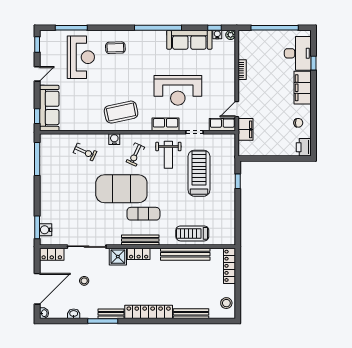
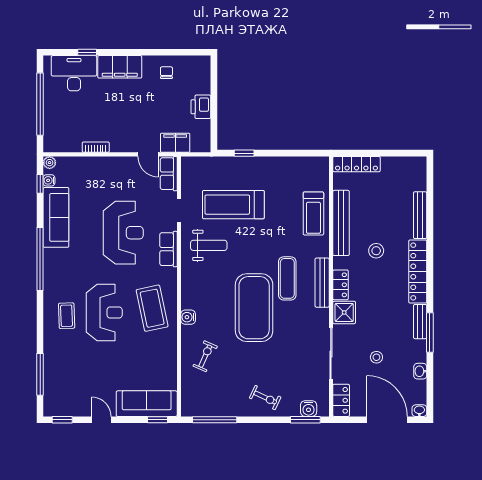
reception desk: (81, 57) -> (104, 312), moved, turned 90
printer: (304, 147) -> (201, 107), moved, turned 90
exercise bike: (135, 154) -> (265, 398), moved
stool: (226, 303) -> (376, 251), moved

